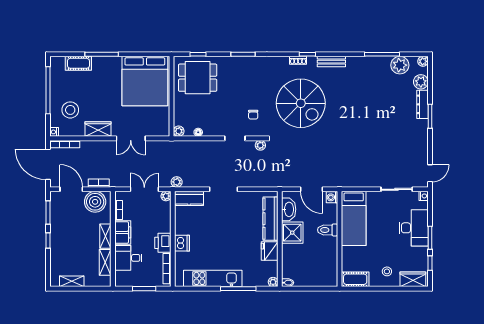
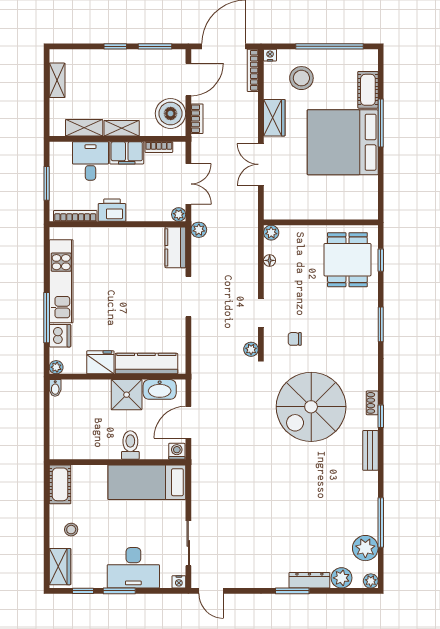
bed: (145, 81) -> (343, 142), moved
dishwasher: (182, 243) -> (60, 336), moved, turned -90

